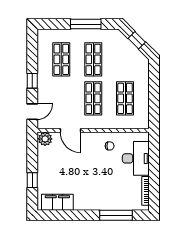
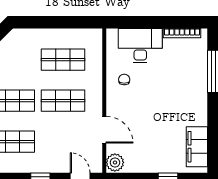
door: (71, 130) -> (104, 130), hinge flipped

